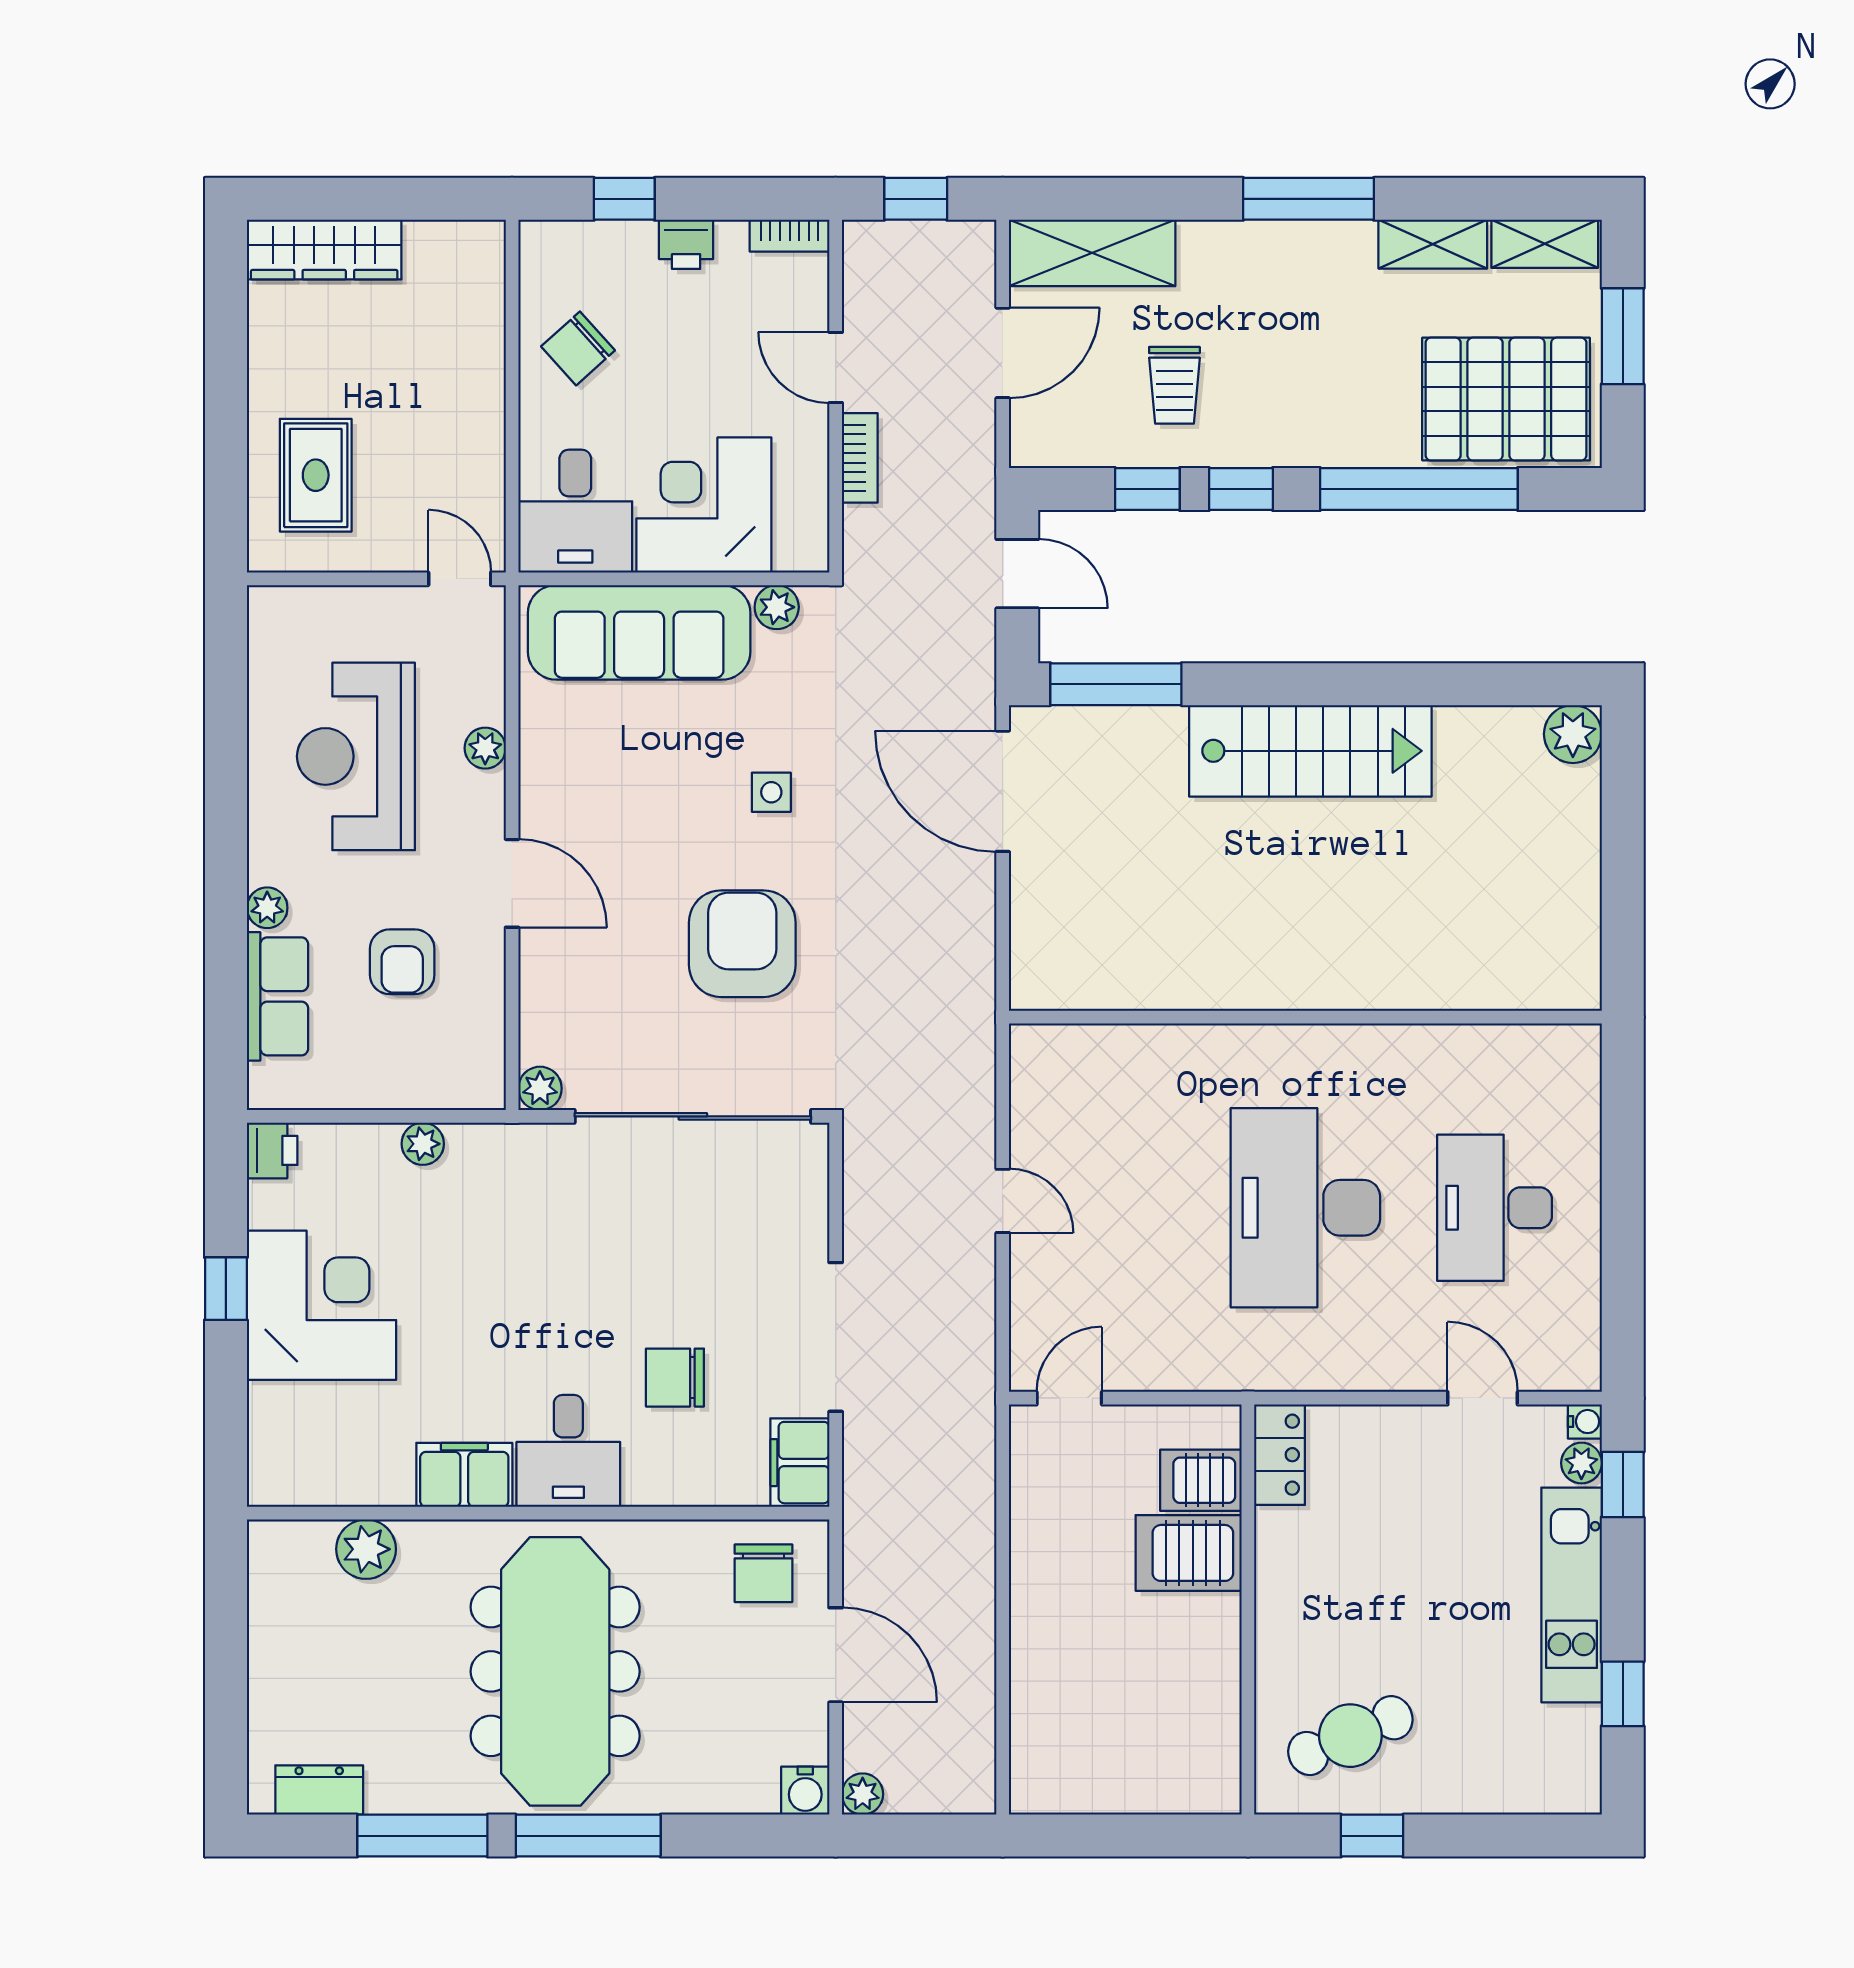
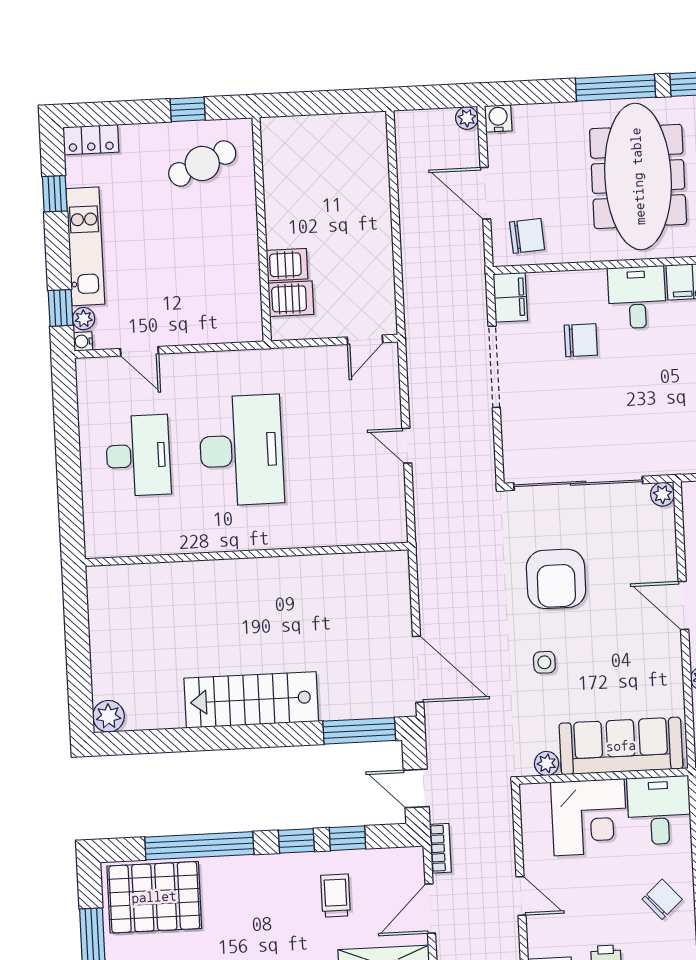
bookcase: (860, 458) -> (440, 848), moved, turned 180
locker: (1280, 1455) -> (91, 140), moved, turned -90
server rack: (1189, 1553) -> (287, 265), width x0.73, depth x0.70
chair: (764, 1573) -> (527, 236), turned 86

